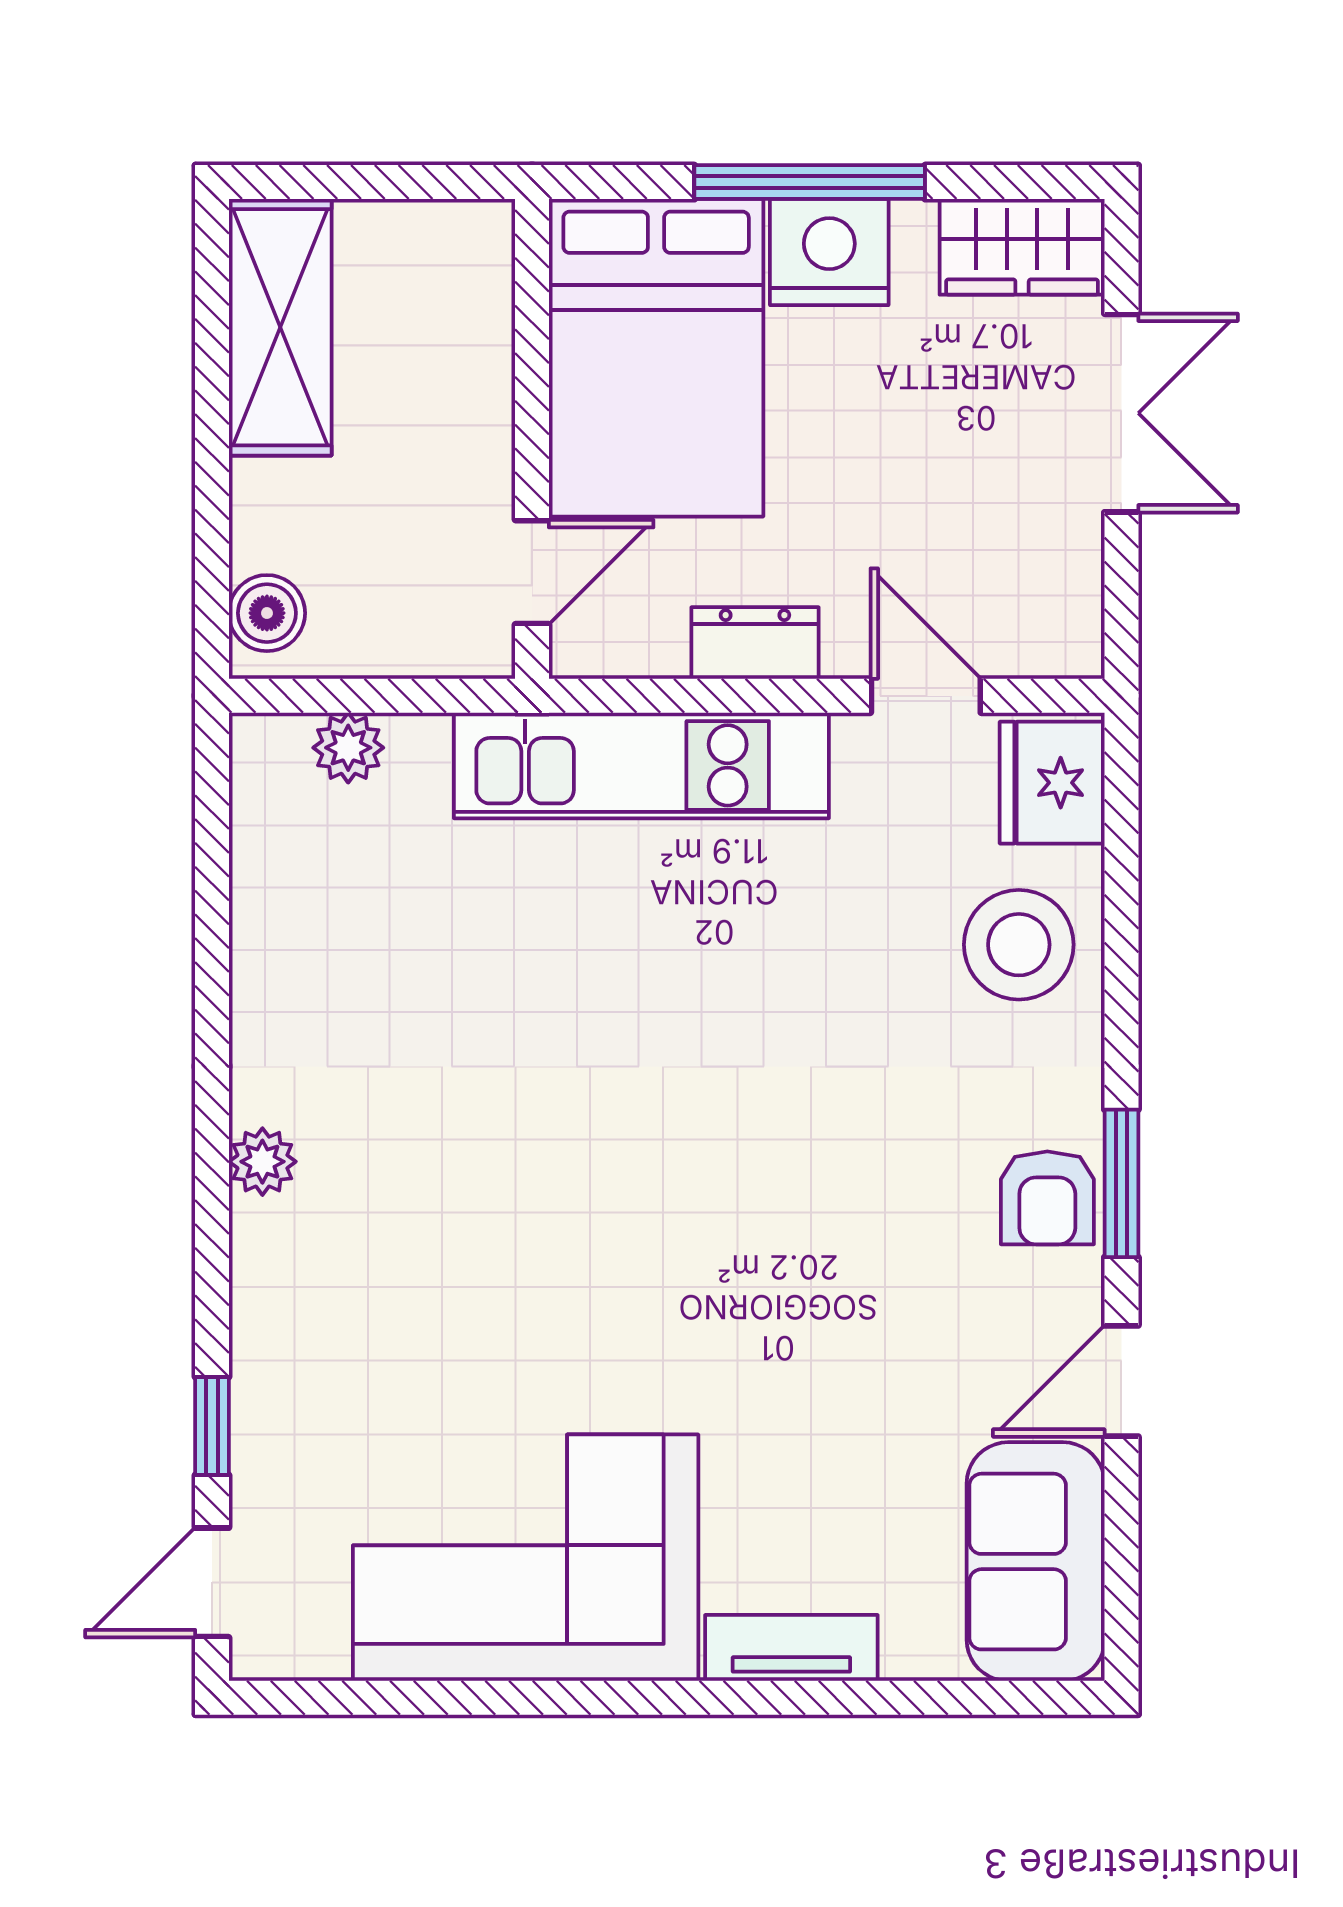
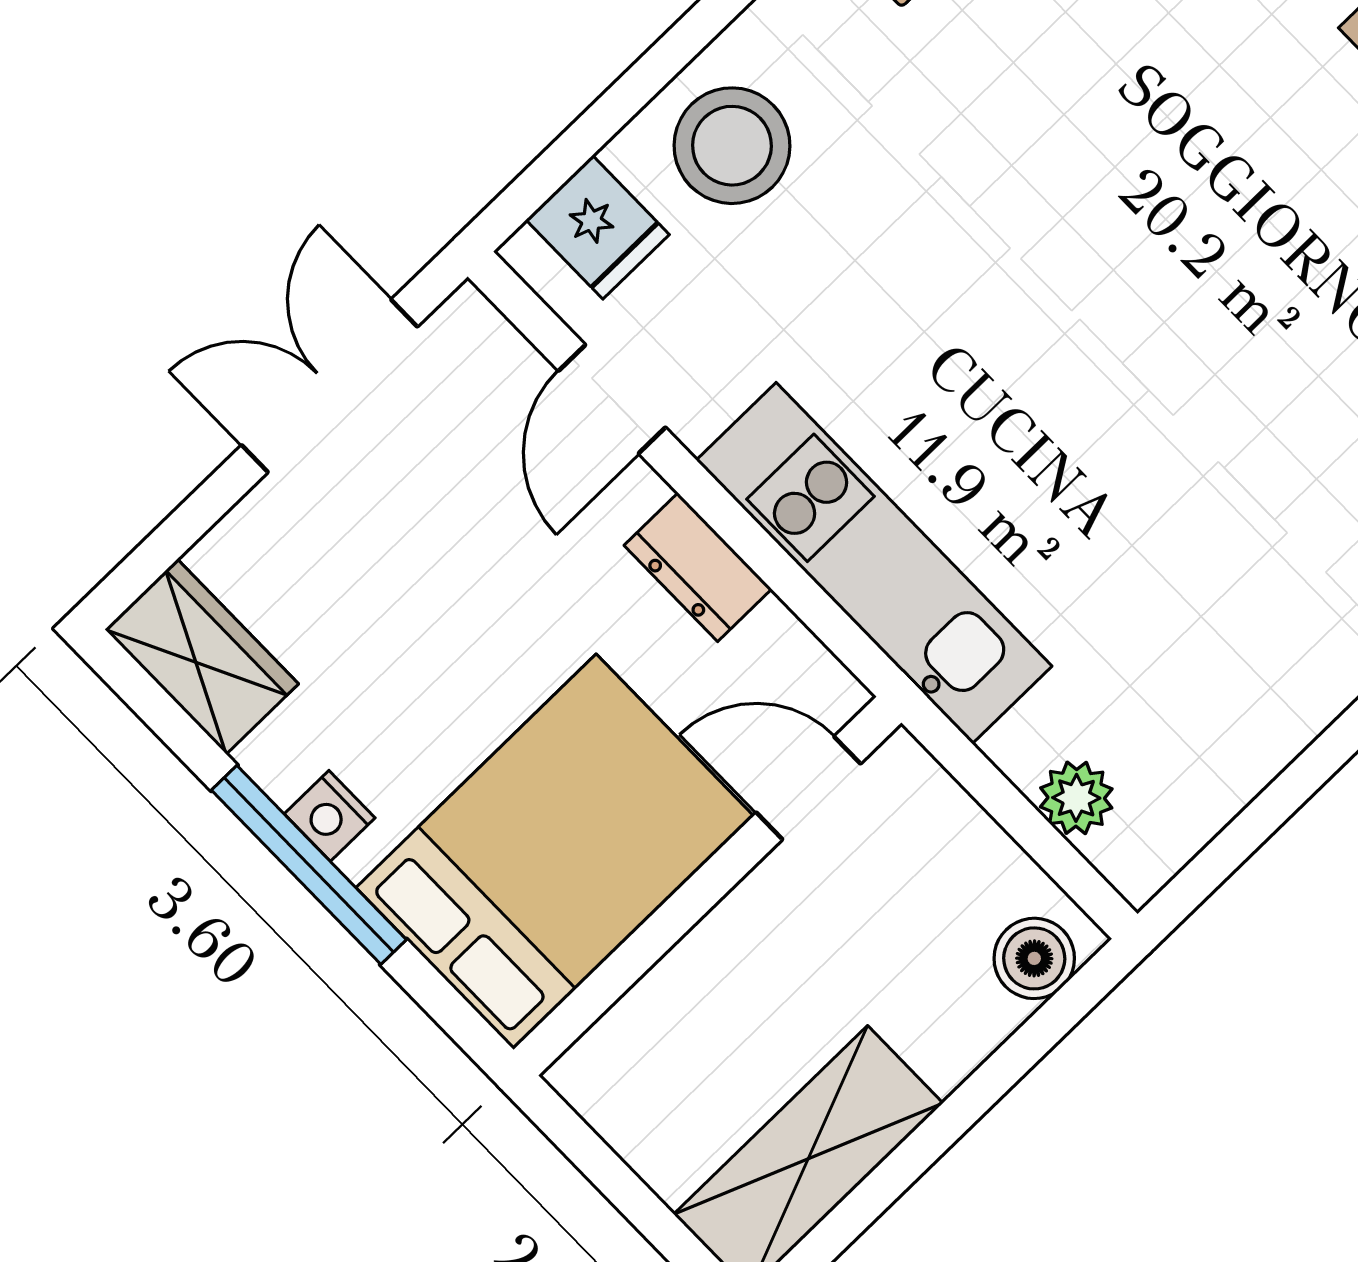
nightstand: (829, 252) -> (330, 816), width x0.53, depth x0.56
double door: (1121, 413) -> (330, 386), moved
fridge: (1052, 783) -> (598, 227), width x0.72

